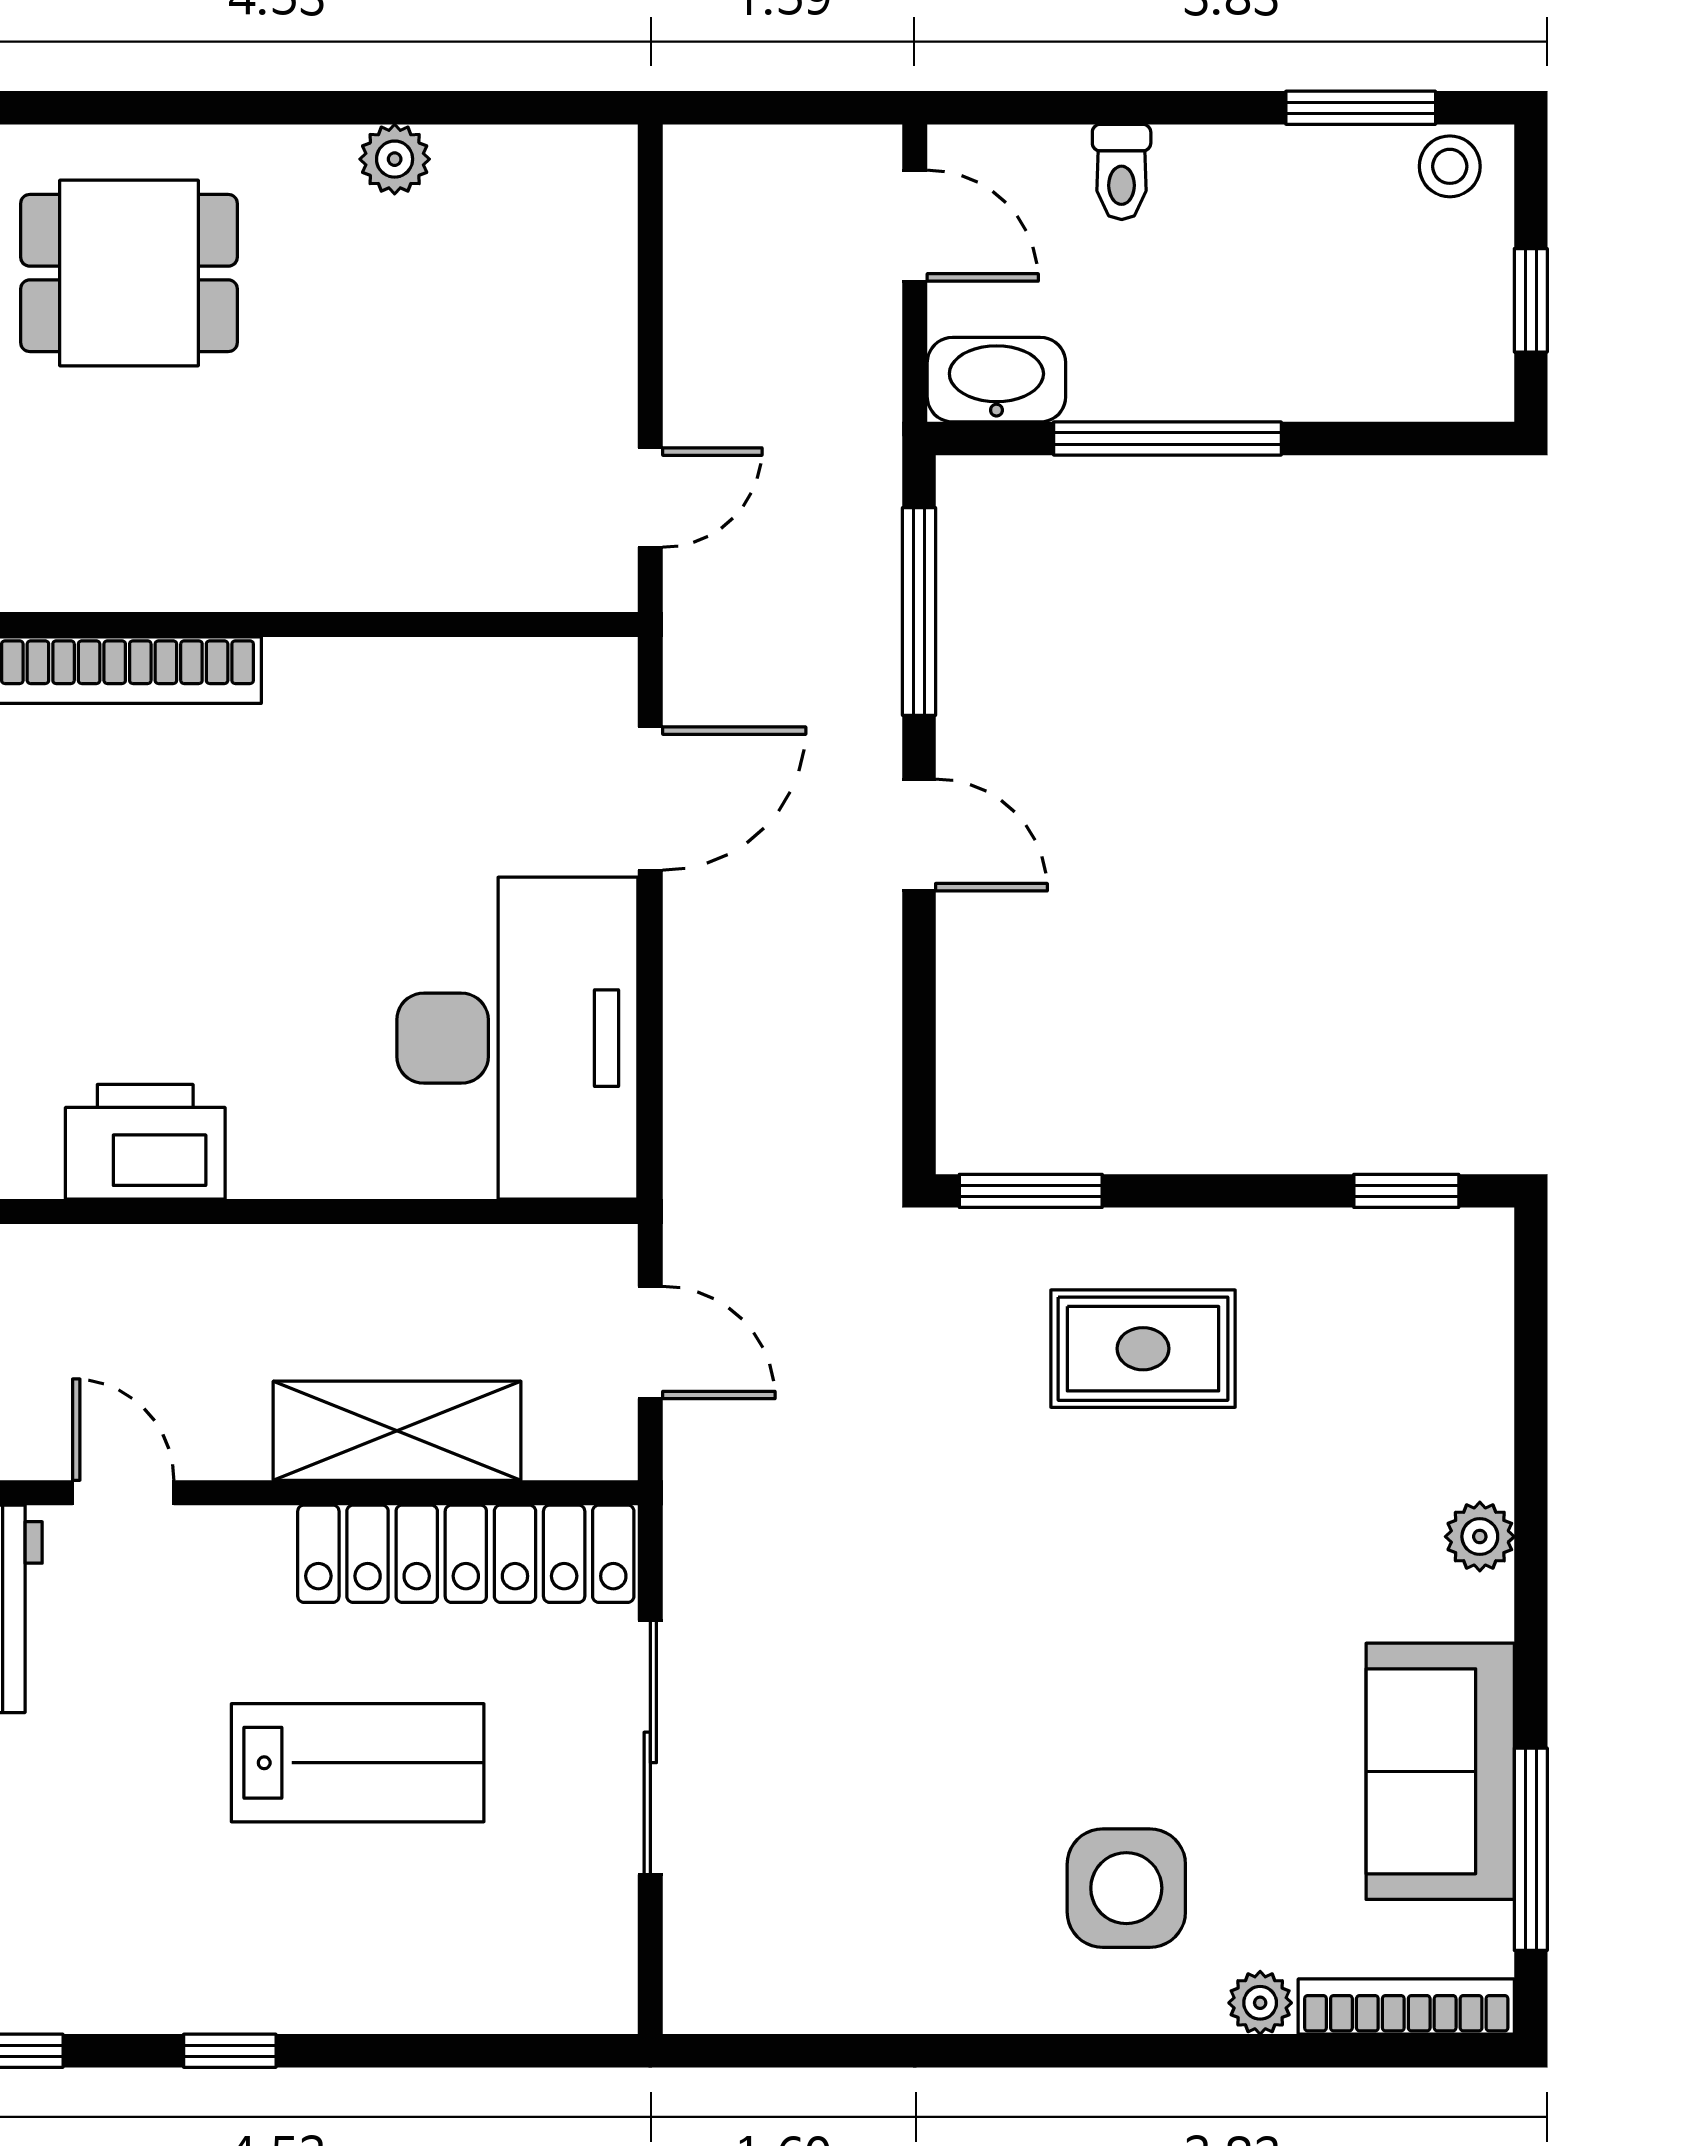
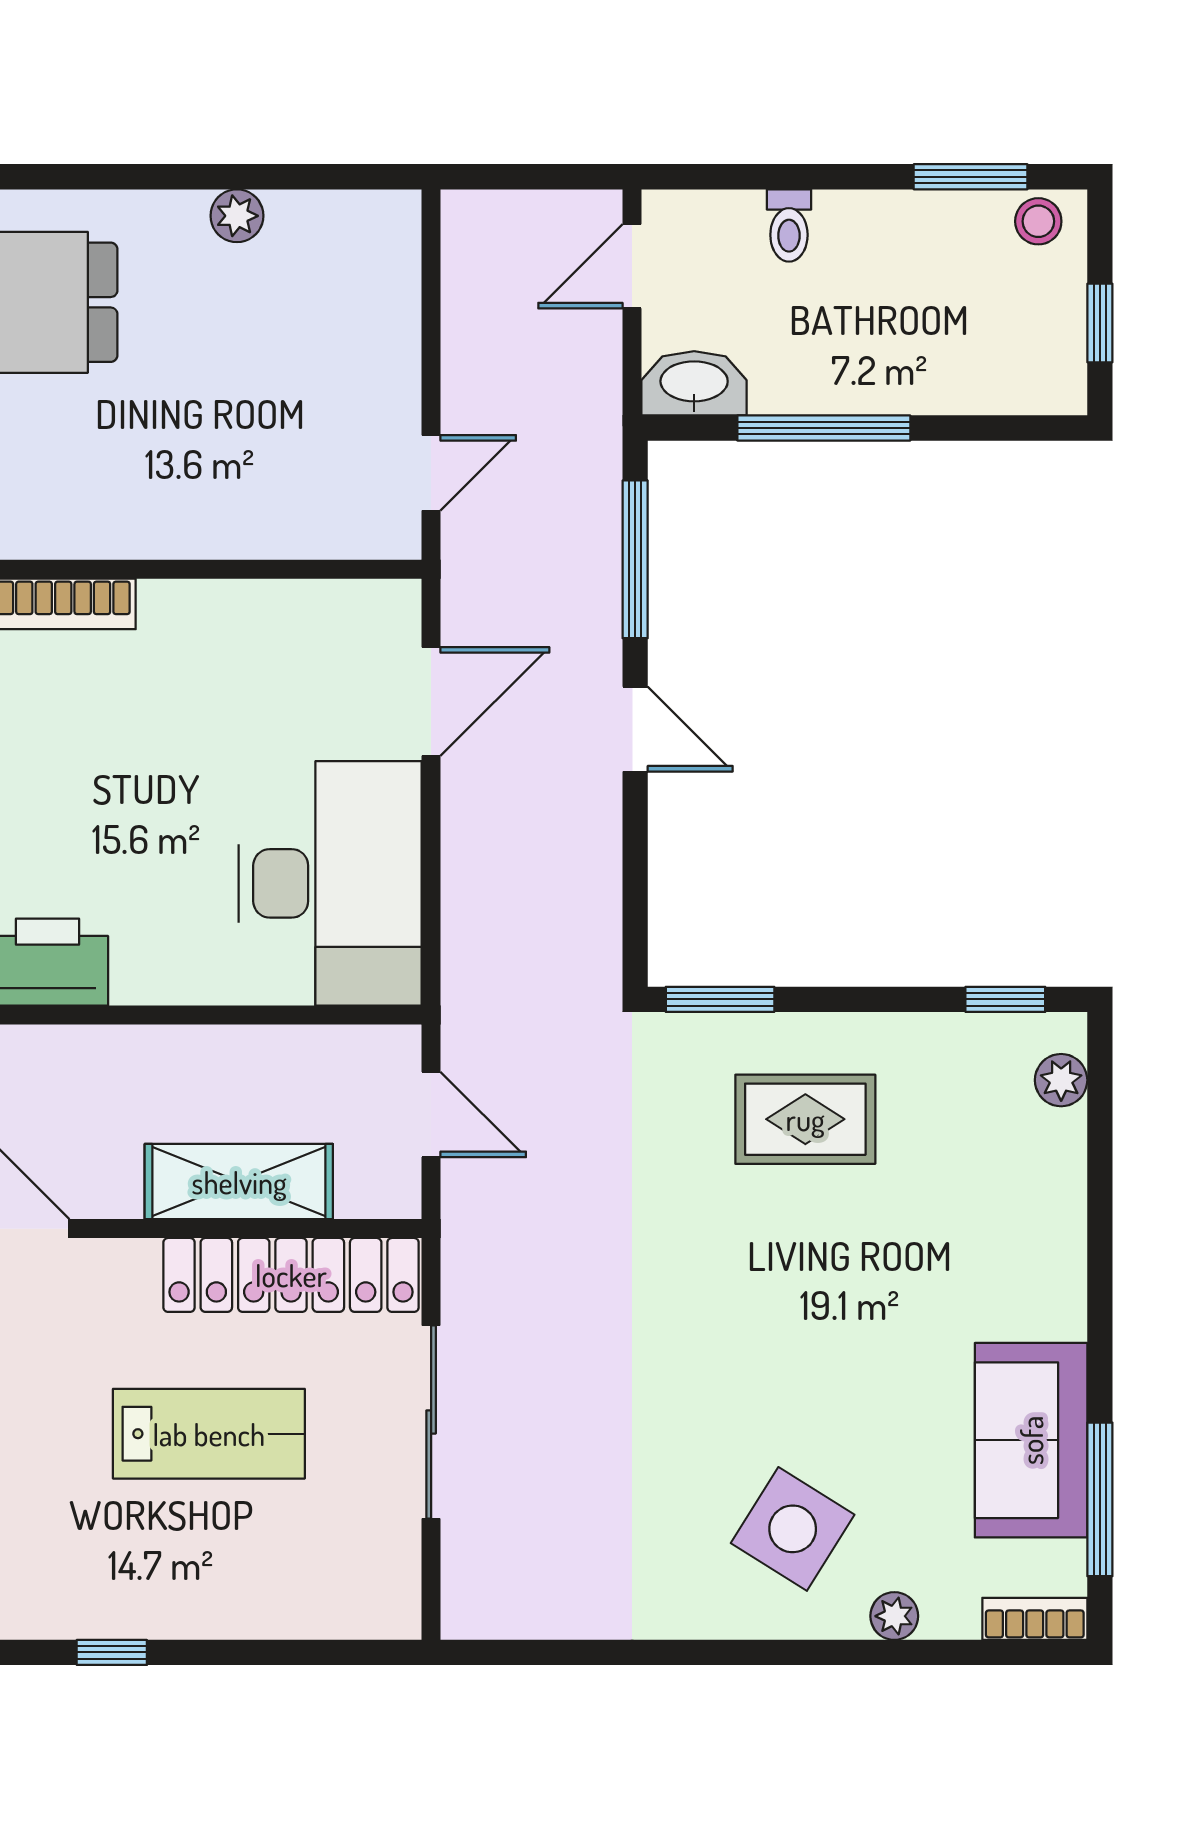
door: (915, 226) -> (632, 266), swing flipped
plant: (1480, 1537) -> (1061, 1080), moved
side table: (1126, 1888) -> (793, 1529), turned 32
bookcase: (1406, 2007) -> (1035, 1619), width x0.64

